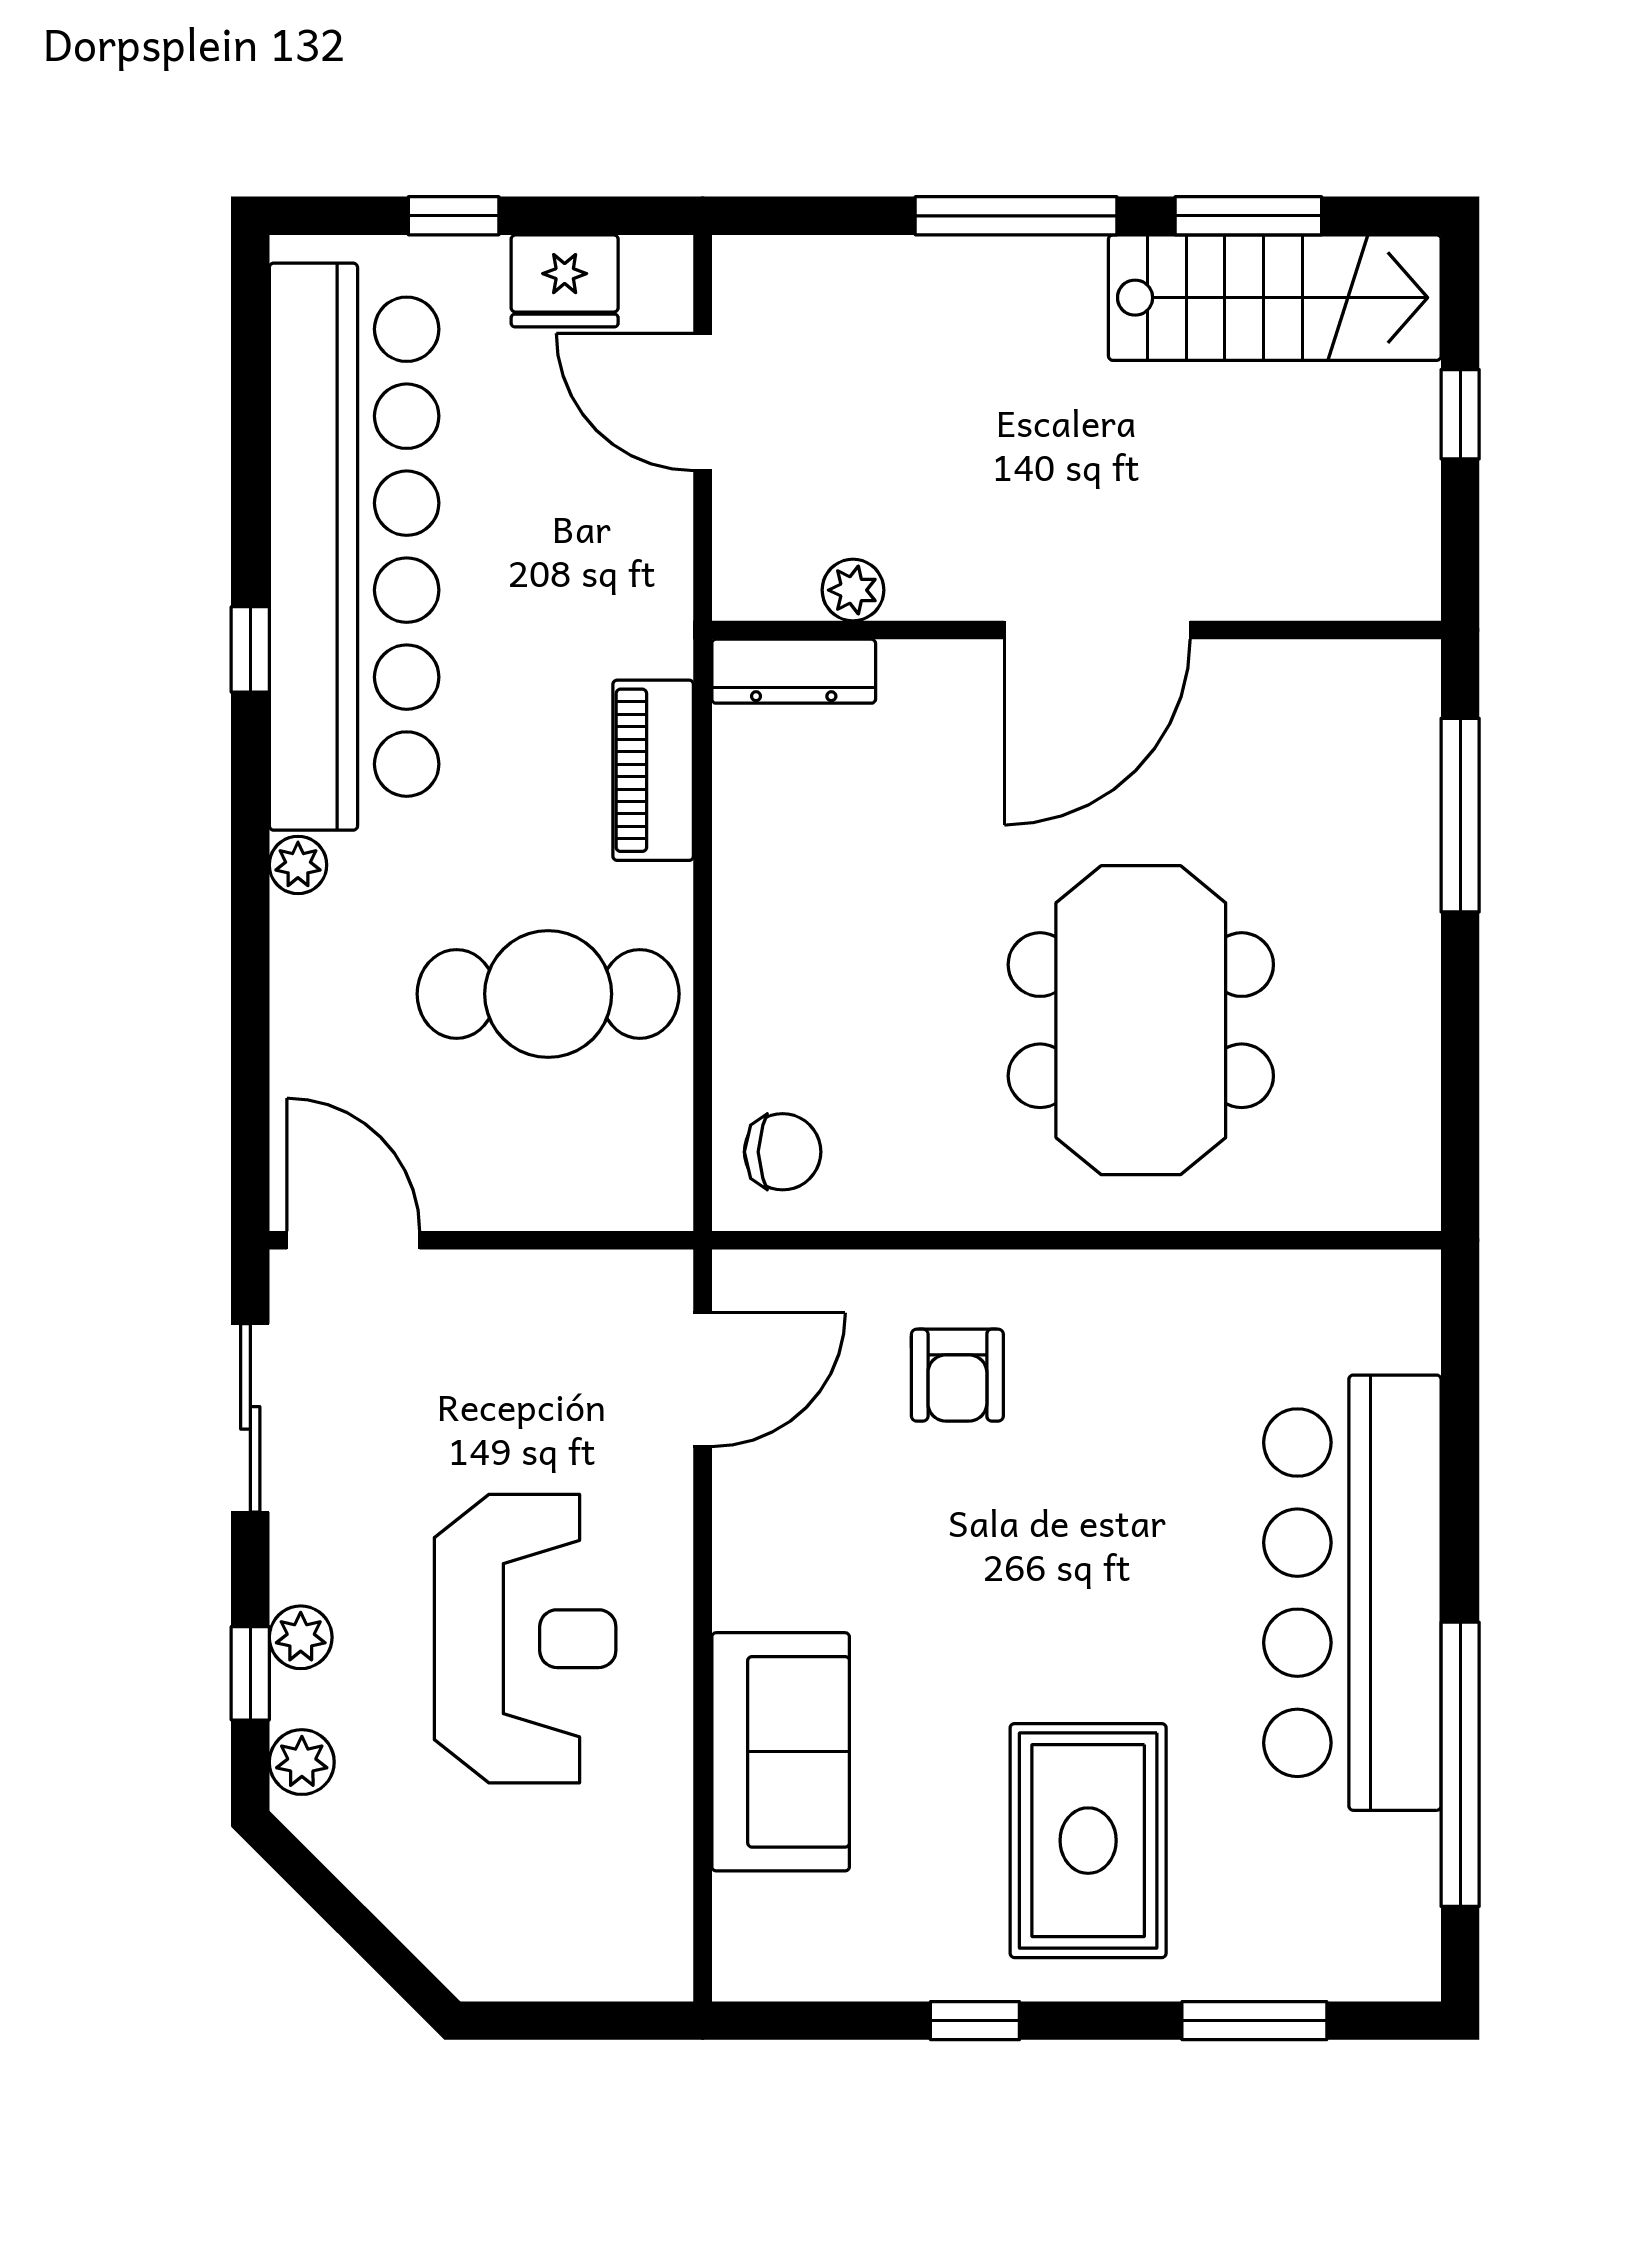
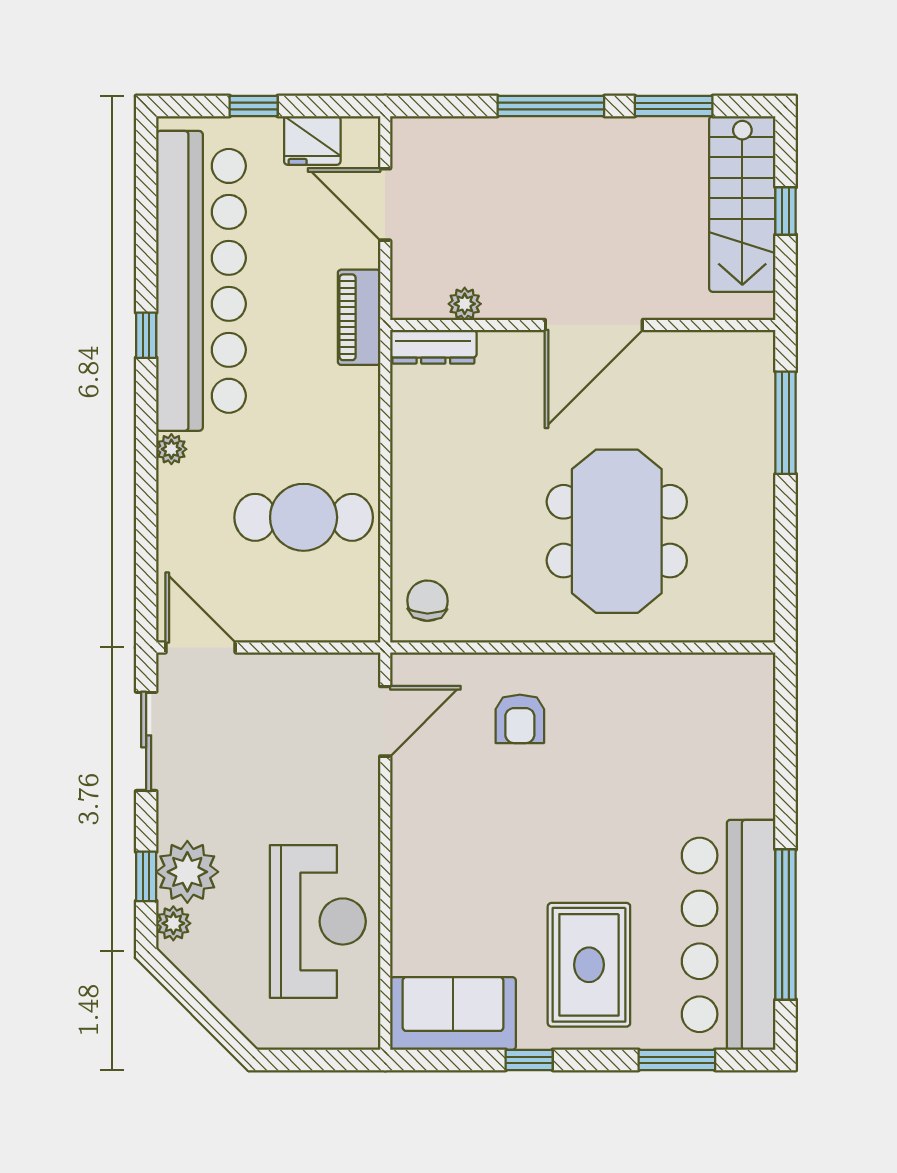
stairs: (1275, 298) -> (742, 204), moved, turned 90
piano: (653, 770) -> (359, 317), moved
chair: (783, 1152) -> (427, 601), turned -89
bar counter: (1352, 1593) -> (729, 935), moved
plant: (301, 1637) -> (187, 872), width x1.88, depth x1.88
reception desk: (525, 1639) -> (318, 921), moved
sofa: (781, 1752) -> (453, 1013), moved, turned -90

